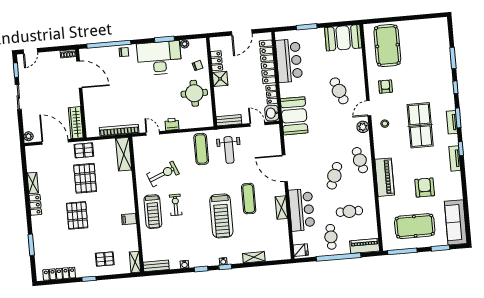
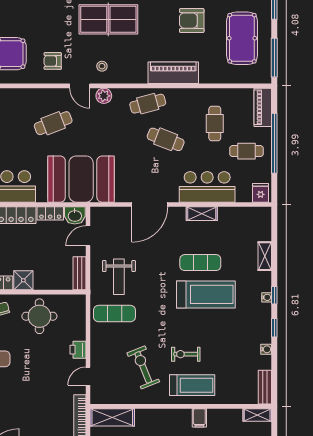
booth: (294, 116) -> (81, 179), width x1.36, depth x1.42
weight bench: (229, 150) -> (119, 277), turned 90
exercise mat: (249, 199) -> (200, 263), moved

